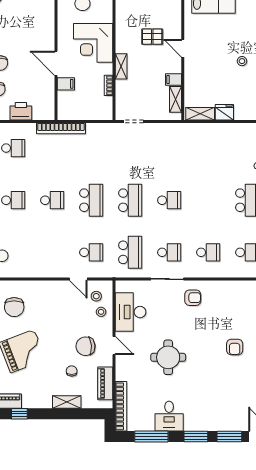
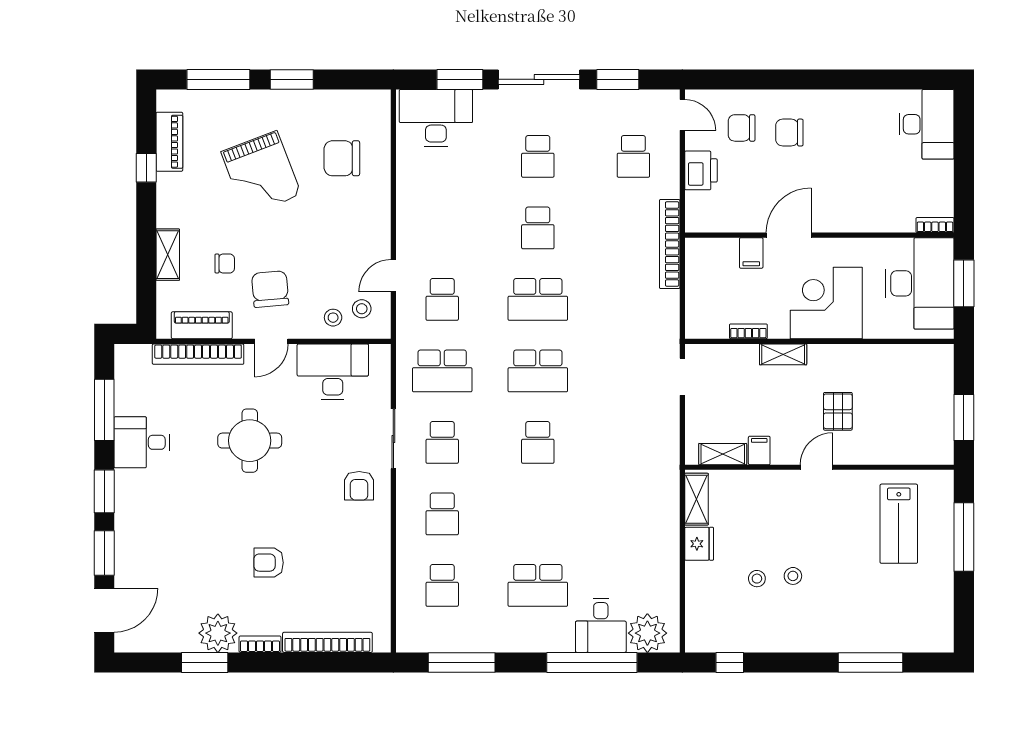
stool: (243, 81) -> (757, 579), added
bookcase: (121, 406) -> (198, 354), moved

